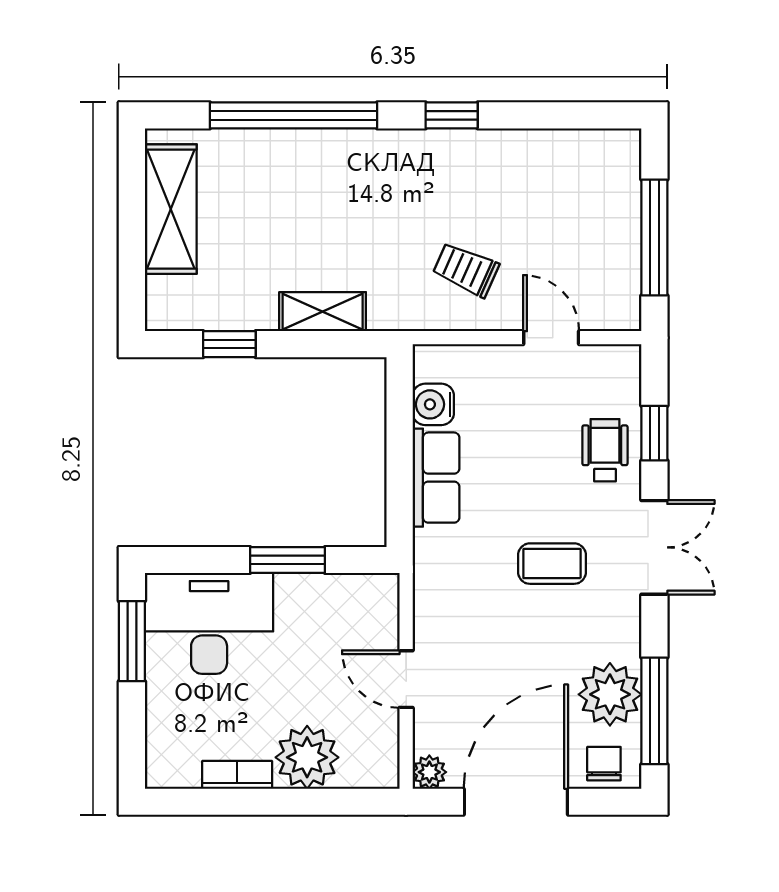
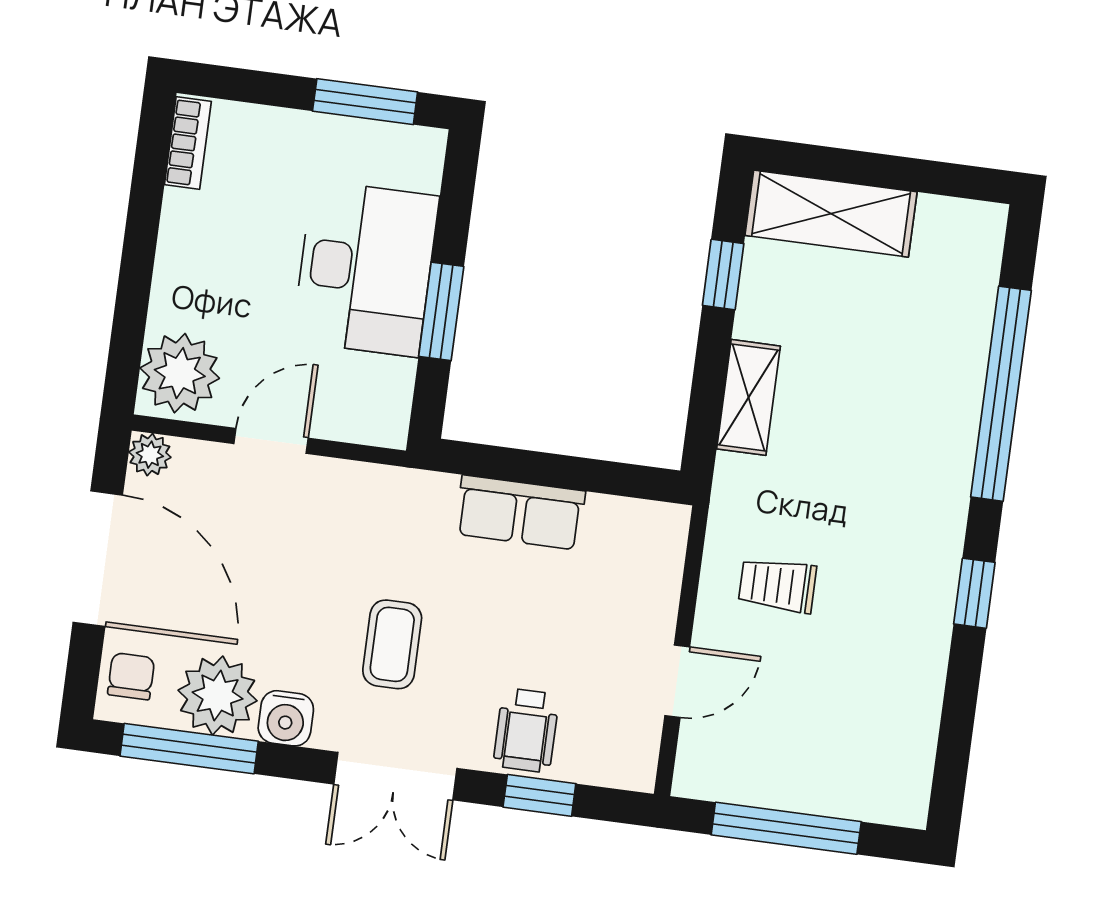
shelving: (171, 209) -> (831, 214), moved
trolley: (466, 270) -> (777, 585), turned -114
water cooler: (433, 404) -> (286, 718), moved, turned 180
wheelchair: (605, 450) -> (526, 730), turned 90
desk: (209, 623) -> (366, 269), moved
plant: (307, 757) -> (180, 373), moved
chair: (604, 764) -> (131, 676), turned -90
bookcase: (237, 775) -> (188, 143), moved

